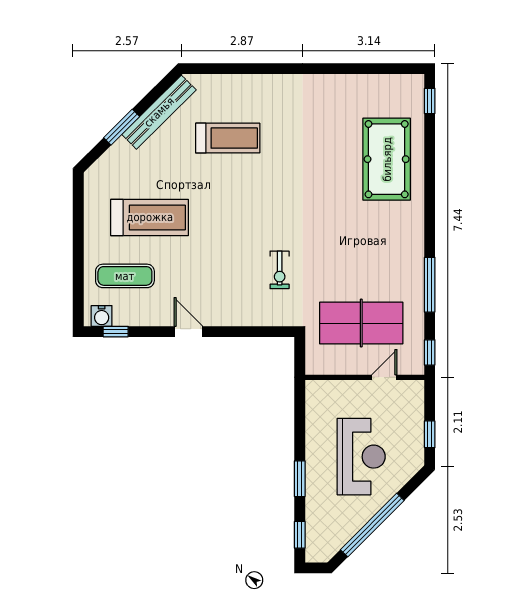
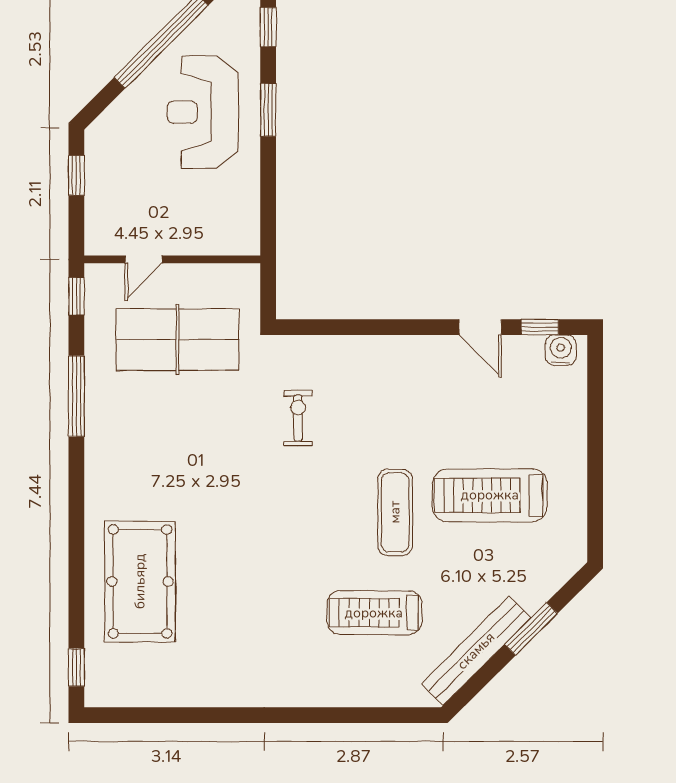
exercise mat: (125, 276) -> (395, 512), moved, turned 90
door: (188, 332) -> (480, 327), moved
reception desk: (361, 457) -> (203, 112), moved

